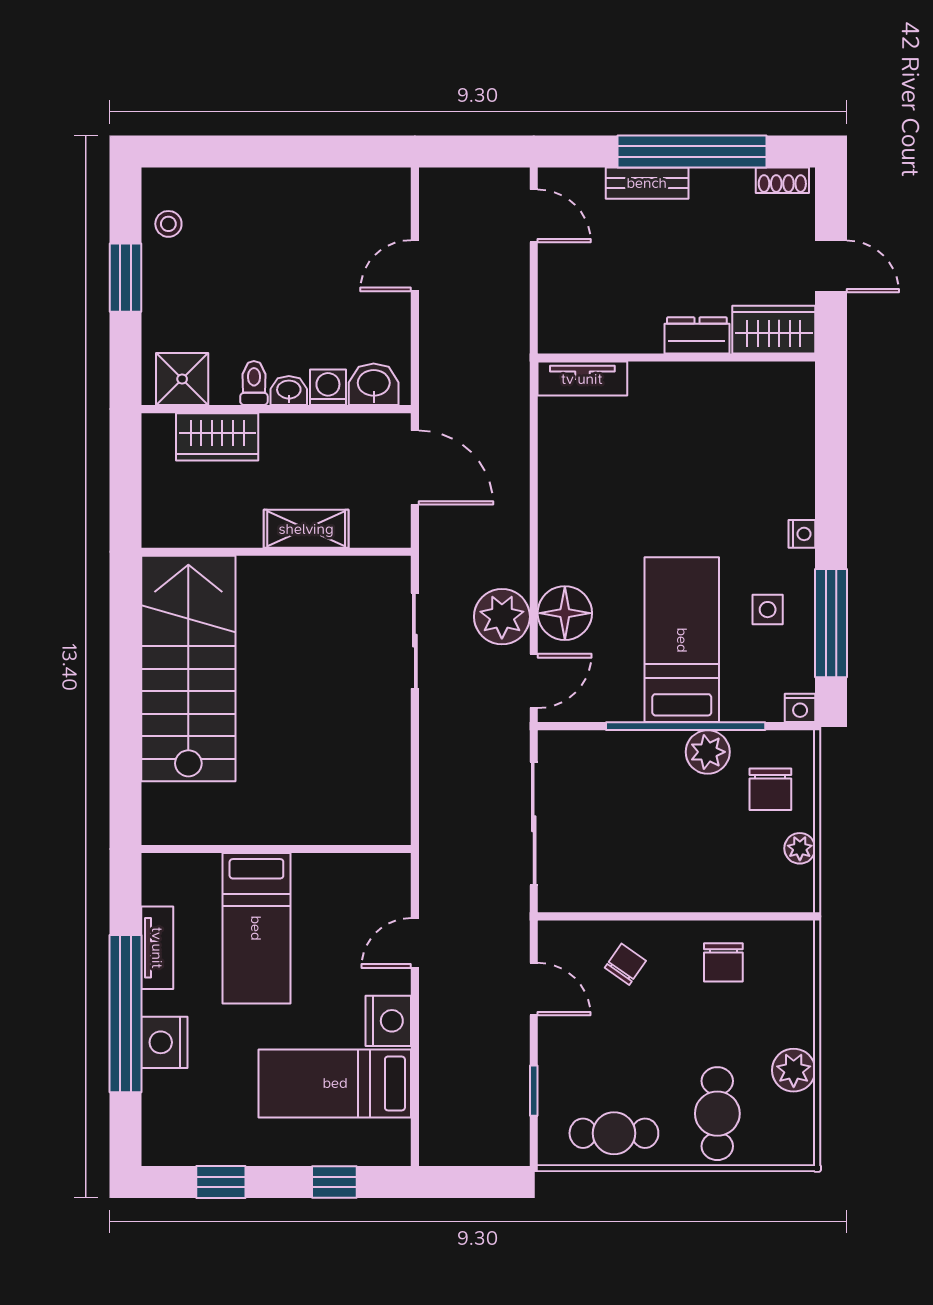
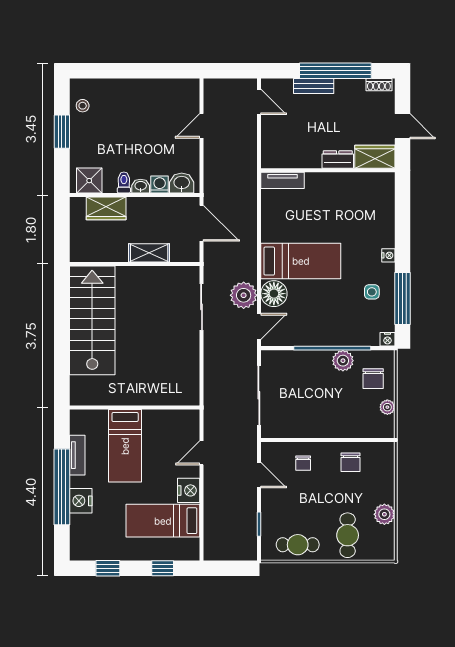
bed: (682, 640) -> (301, 261), moved, turned 90
chair: (625, 964) -> (303, 463), turned 145

